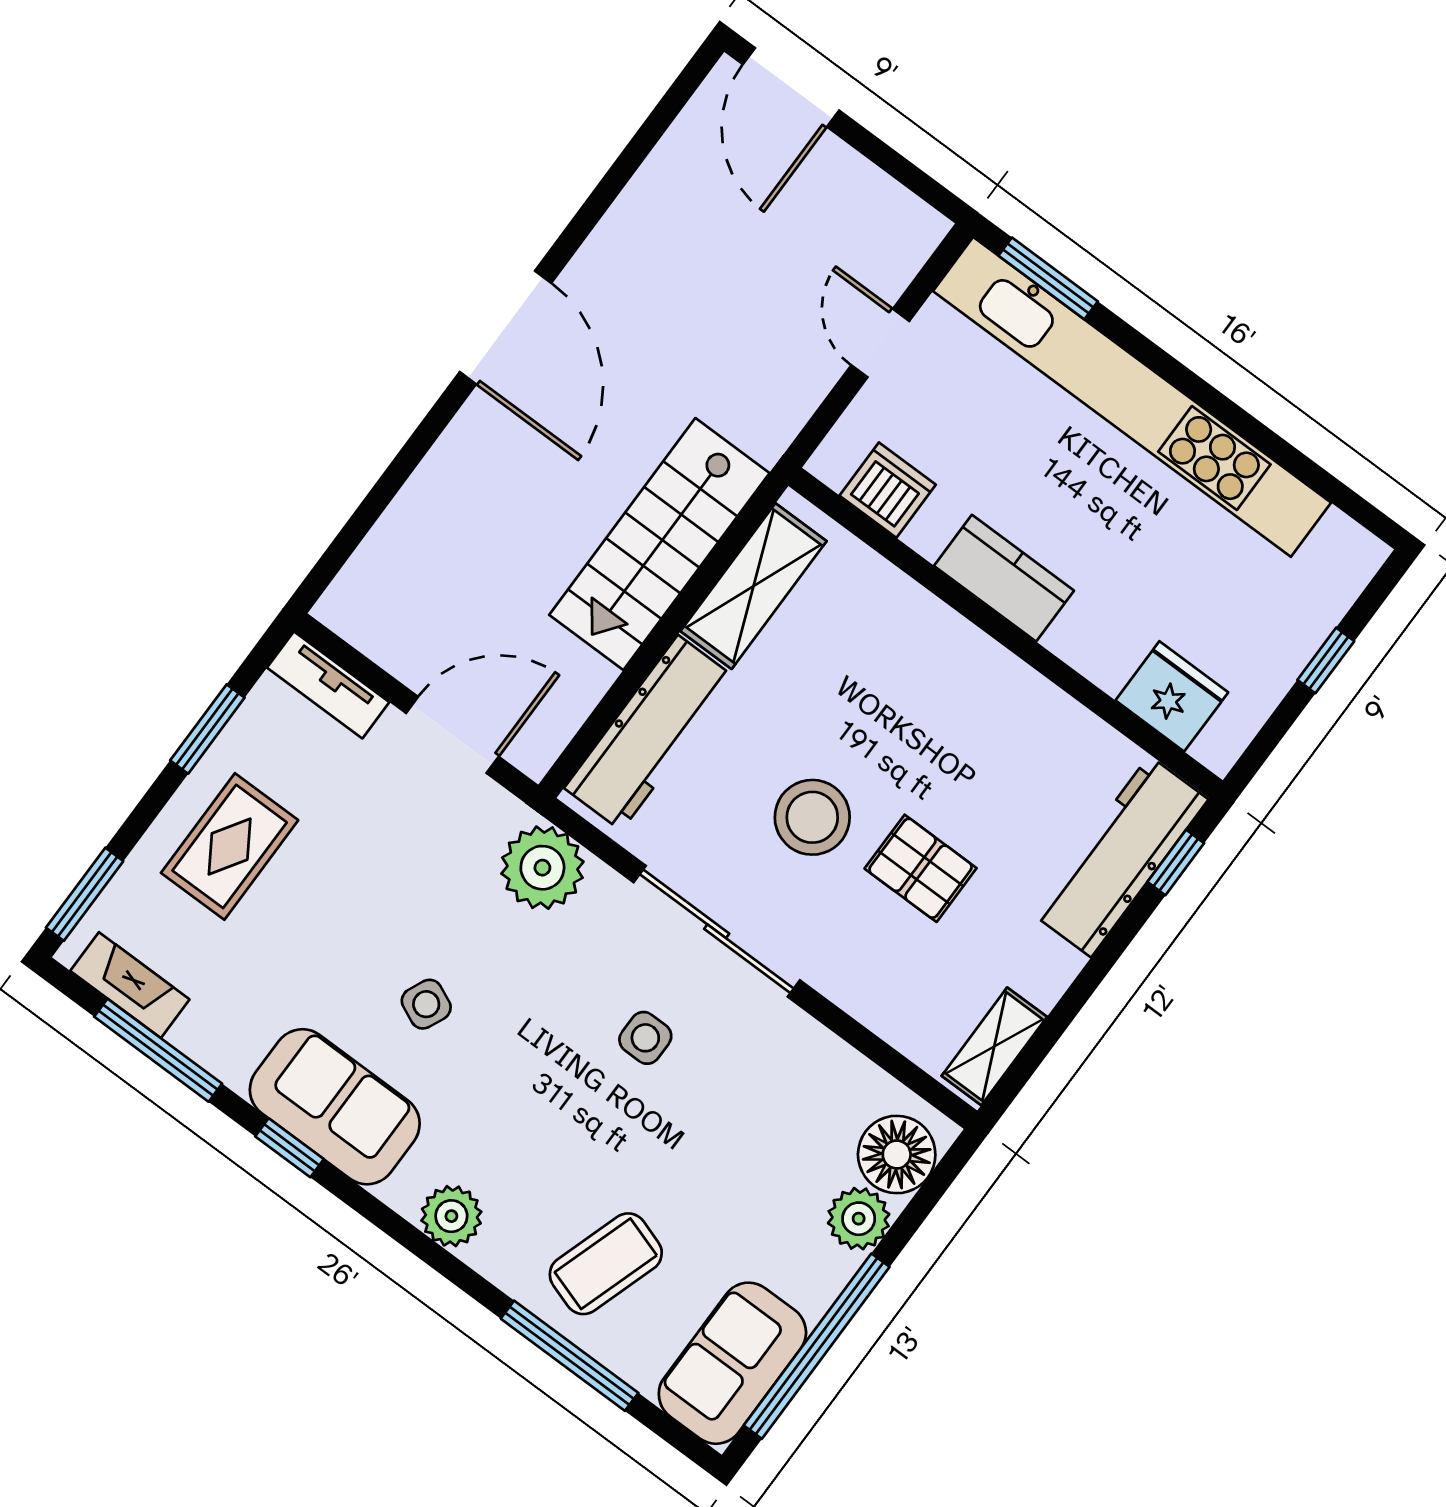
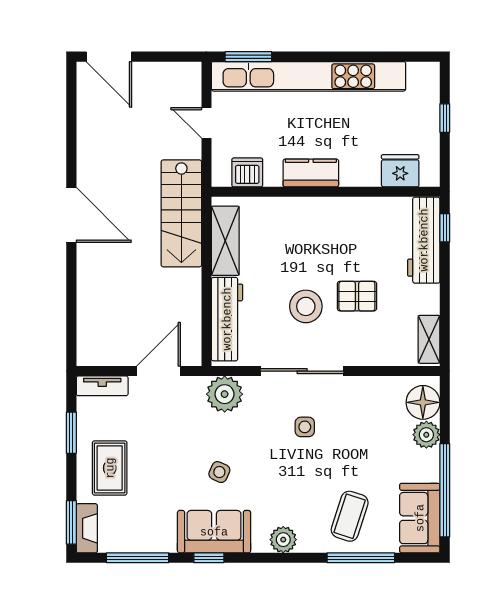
stairs: (659, 544) -> (181, 213), moved
fireplace: (130, 985) -> (87, 528), moved, turned 90

